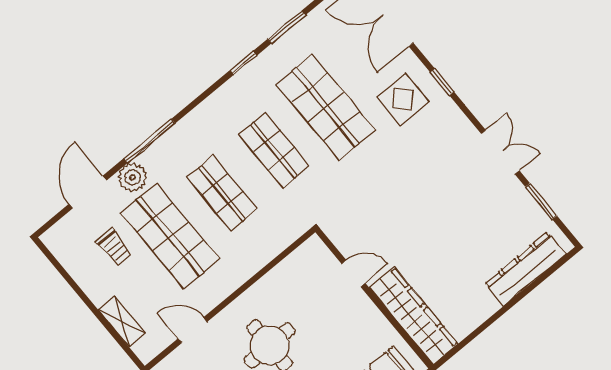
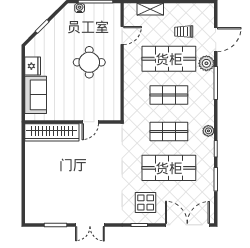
plant: (226, 95) -> (208, 131), added
door: (88, 192) -> (216, 40), hinge flipped
dresser: (525, 269) -> (33, 195), removed

